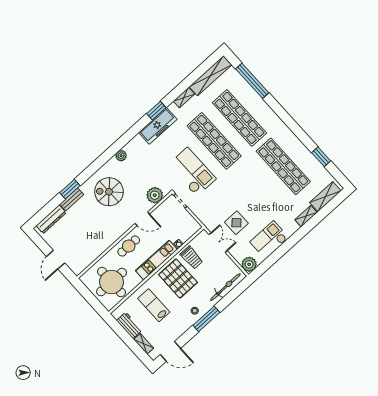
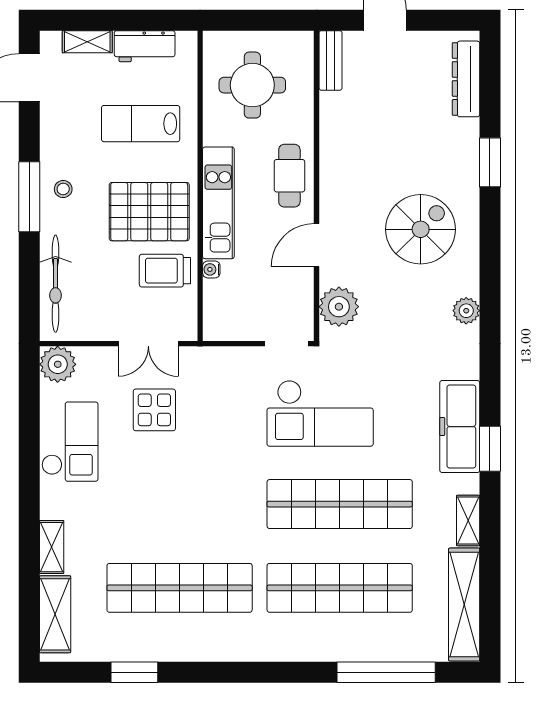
bench: (72, 199) -> (331, 60), moved
round table: (112, 282) -> (252, 85), width x0.73, depth x0.73
lab bench: (154, 305) -> (141, 124), turned 180

